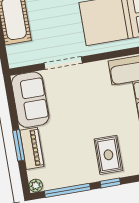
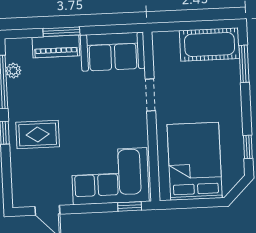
doorway: (63, 63) -> (150, 95), width x0.73
plant: (36, 186) -> (13, 71), moved

